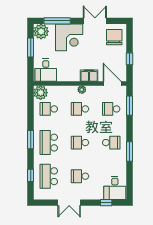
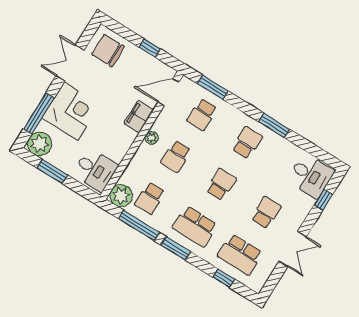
window: (31, 112) -> (139, 225), added
school desk: (80, 143) -> (221, 184), turned 180
school desk: (80, 176) -> (266, 213), turned 180

